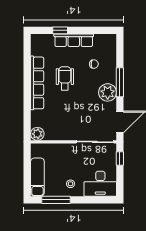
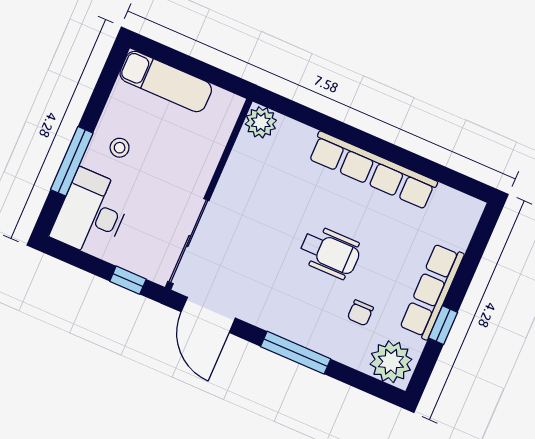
window: (60, 30) -> (443, 325), moved
wheelchair: (65, 78) -> (330, 252), moved
plant: (108, 92) -> (391, 362), moved
window: (56, 200) -> (72, 161), moved

